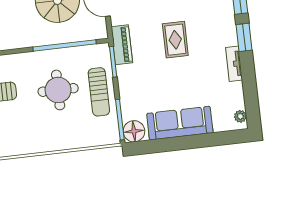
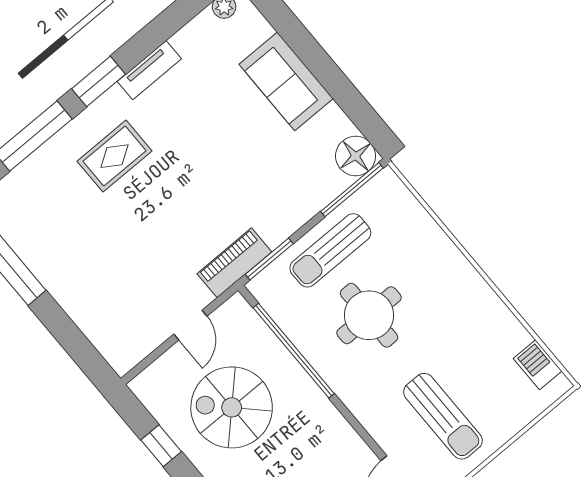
rug: (175, 40) -> (114, 156), moved
sun lounger: (99, 92) -> (330, 250), turned 180
sofa: (180, 123) -> (286, 81), width x0.73

